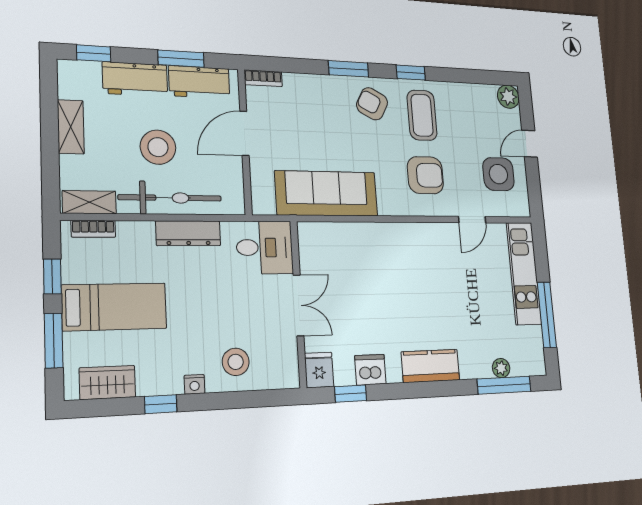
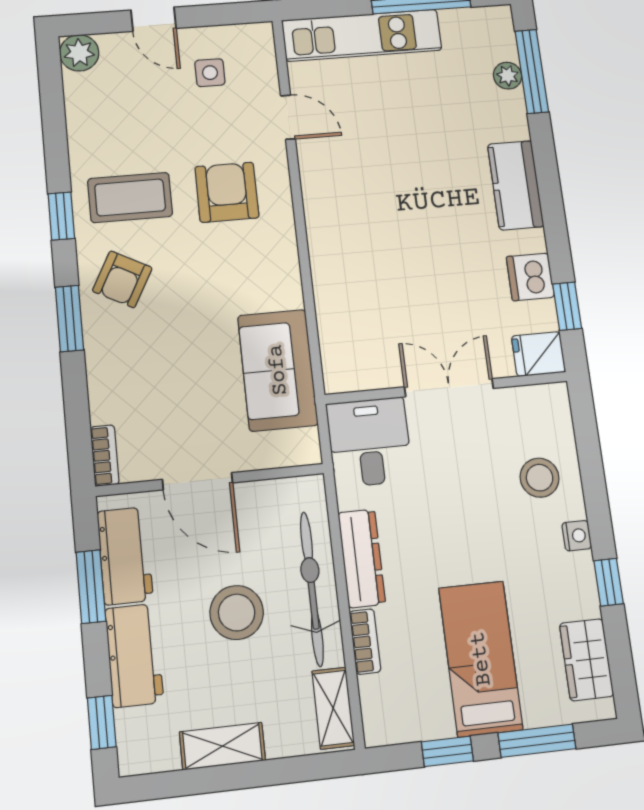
side table: (498, 174) -> (210, 73), width x0.54, depth x0.54
sofa: (327, 193) -> (278, 370), width x0.73
bookcase: (93, 229) -> (365, 642), moved

